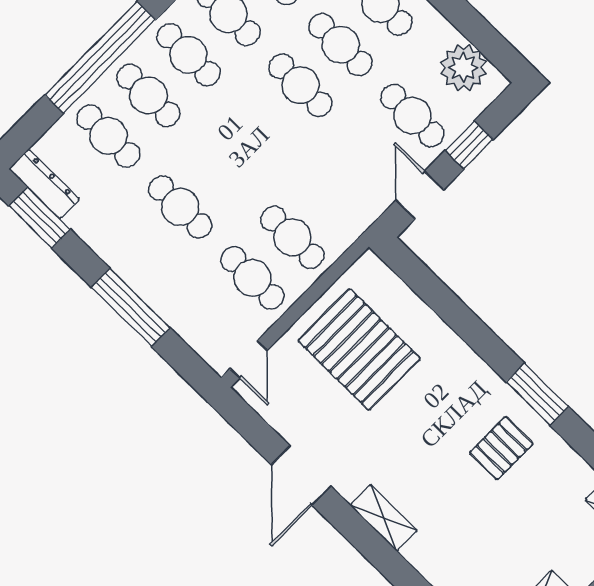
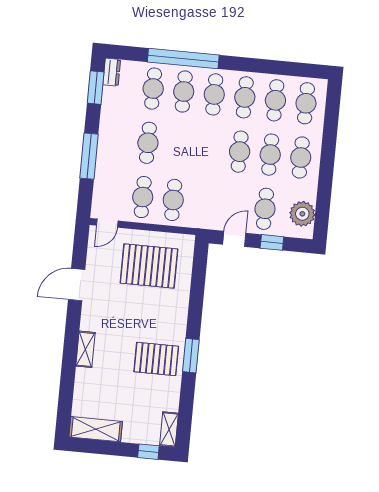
dresser: (44, 184) -> (112, 72), width x0.70
pallet: (359, 350) -> (149, 266), turned 90
pallet: (501, 448) -> (156, 359), width x1.50, depth x1.42
shelving: (384, 518) -> (85, 349), moved

